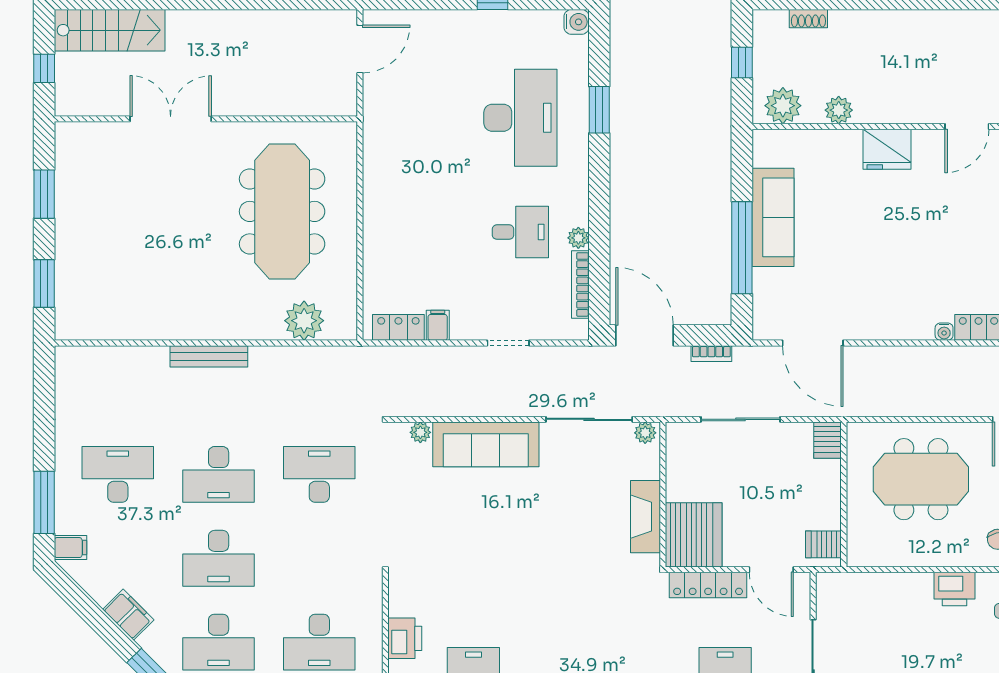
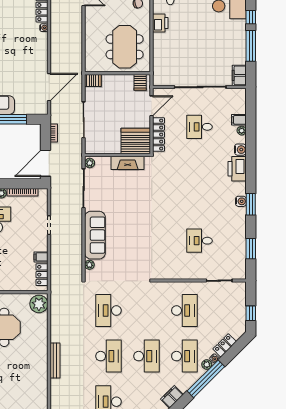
plant: (304, 321) -> (39, 304), moved
meeting table: (921, 479) -> (125, 47), moved
printer: (405, 638) -> (183, 272), removed

